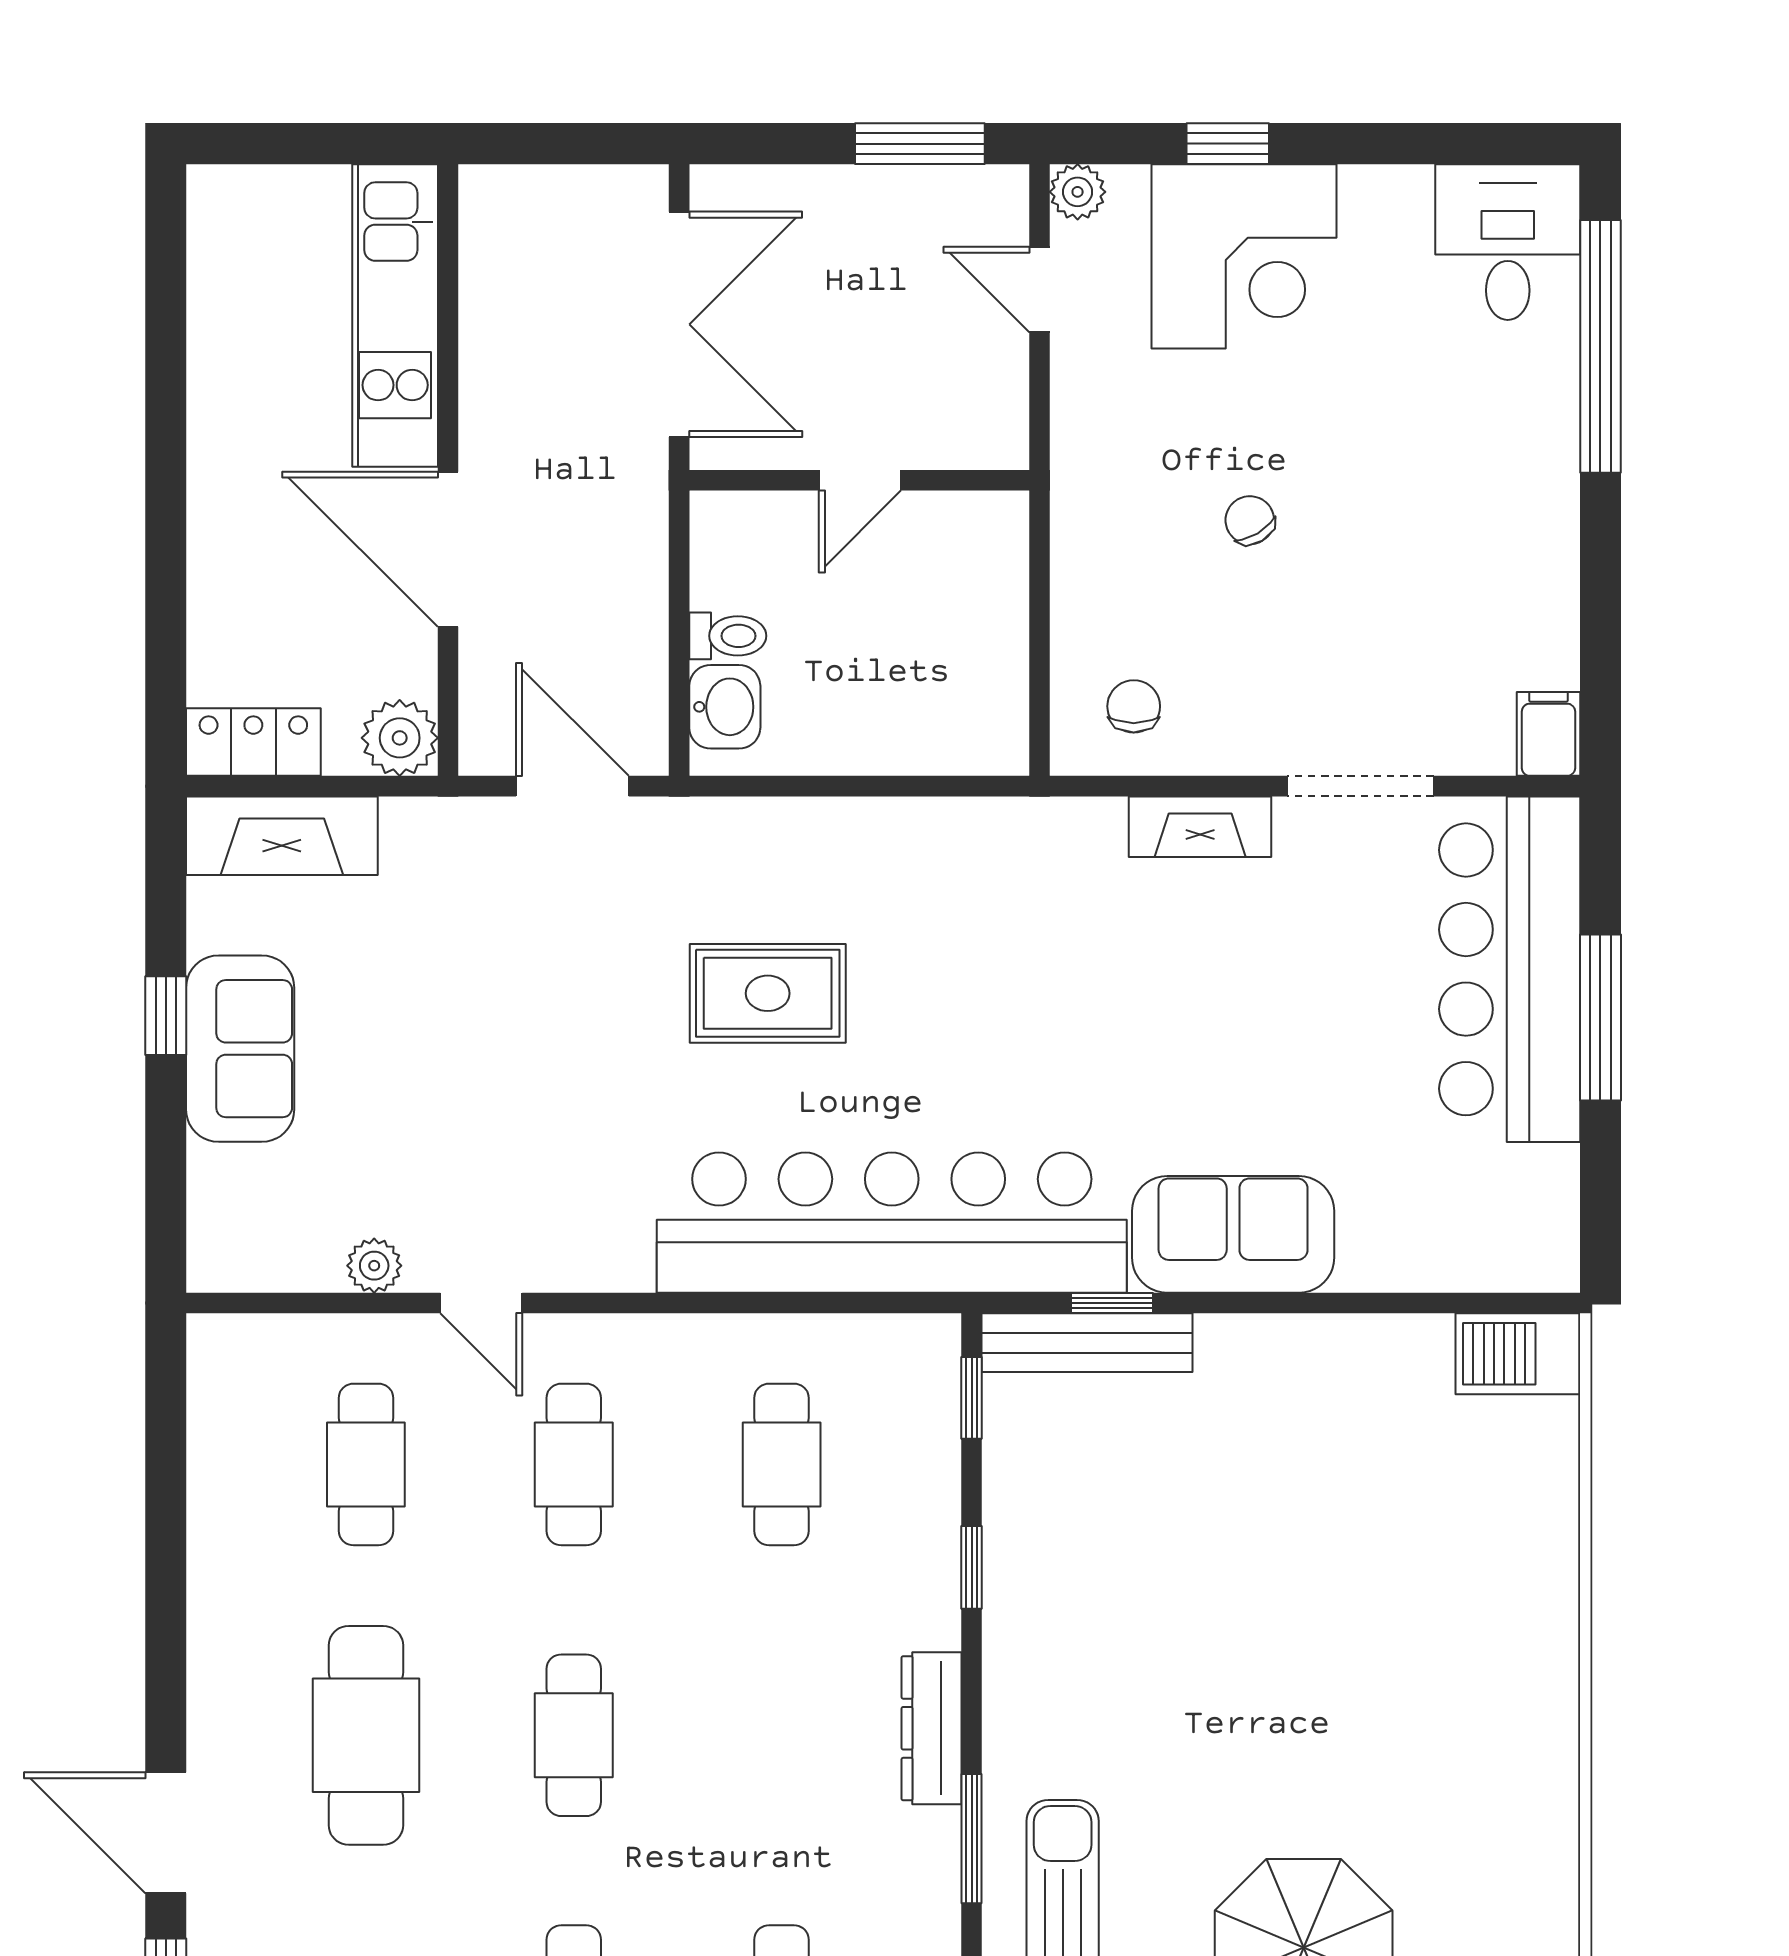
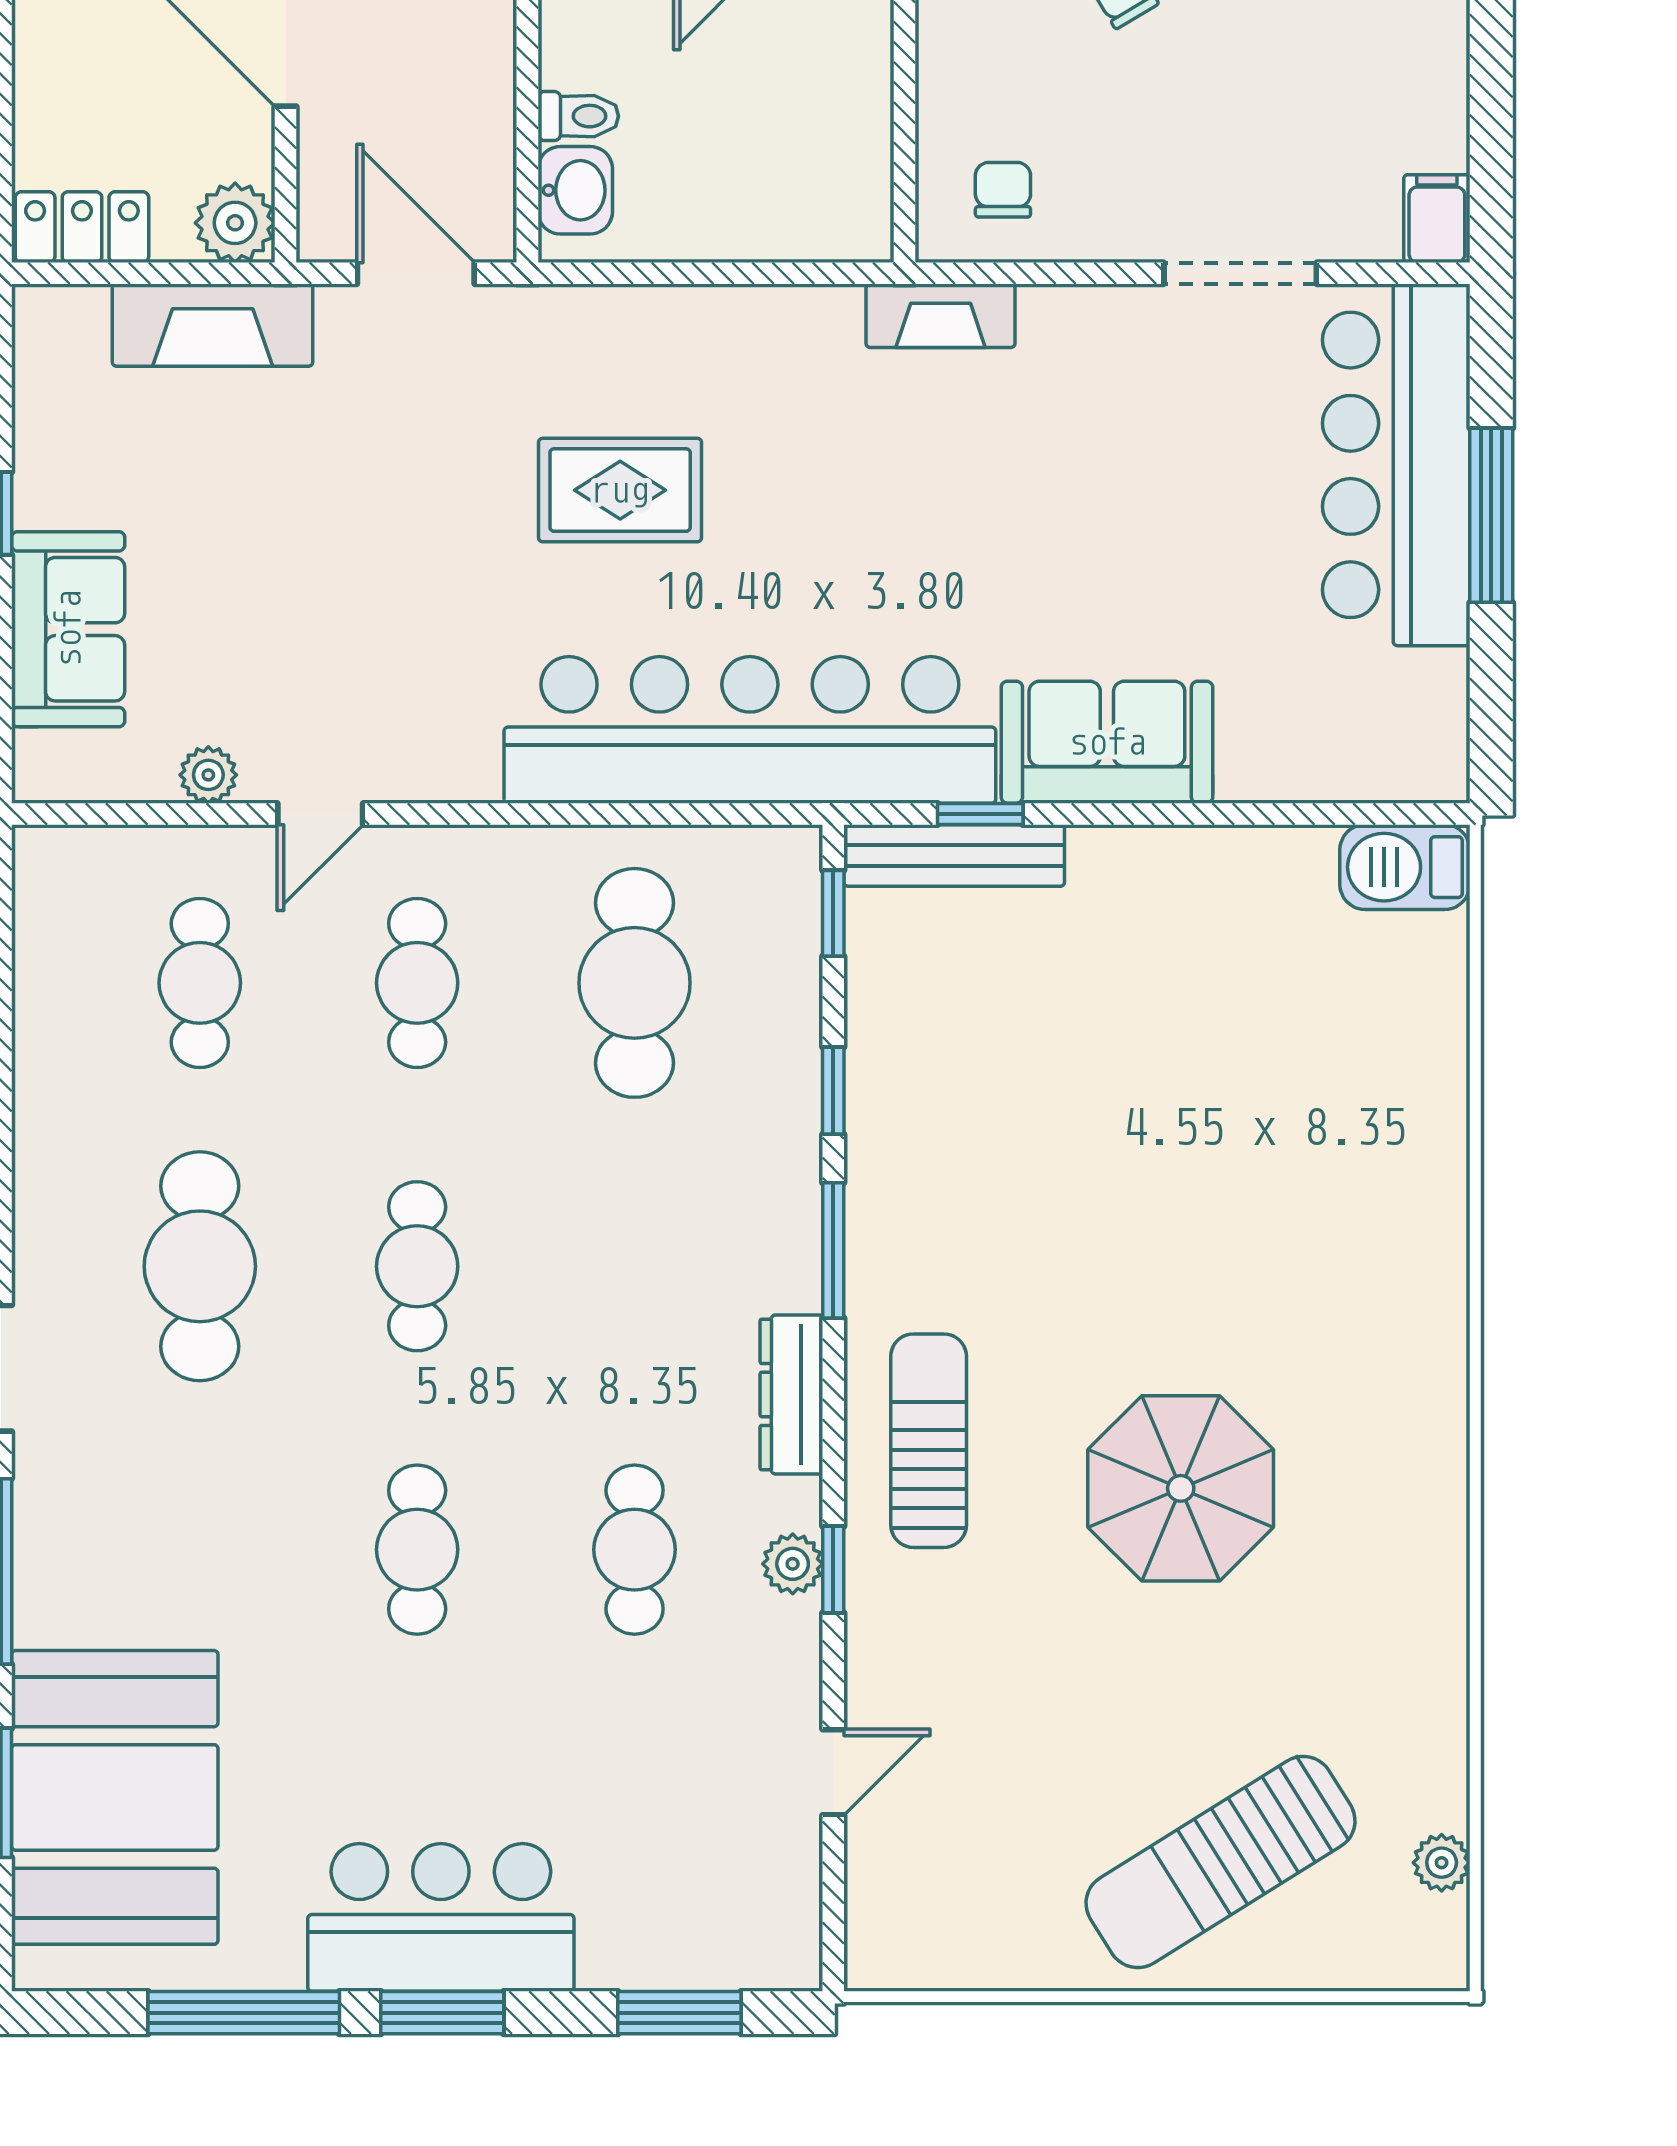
fireplace: (1200, 827) -> (941, 316), moved
fireplace: (282, 836) -> (213, 325), moved
sofa: (240, 1049) -> (68, 629), moved
door: (481, 1303) -> (320, 814), hinge flipped
cafe table: (782, 1464) -> (635, 983), width x1.37, depth x1.35
dresser: (931, 1728) -> (791, 1394), moved
window: (972, 1839) -> (833, 1250), moved

